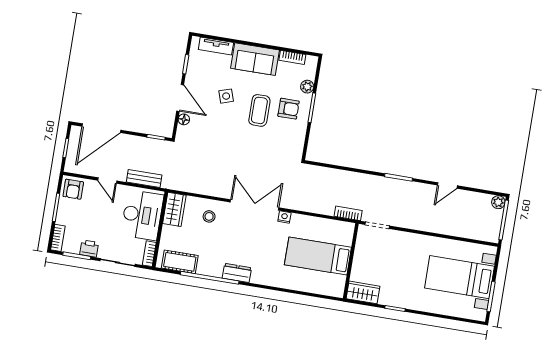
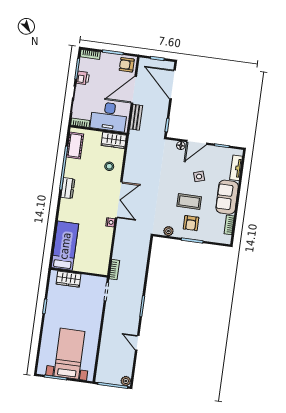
plant: (307, 87) -> (168, 231), moved
door: (107, 181) -> (134, 90), width x1.88
bed: (318, 256) -> (65, 246), moved
wardrobe: (363, 292) -> (68, 279), moved, turned 90

